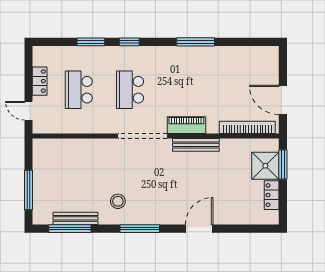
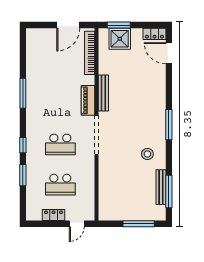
locker: (272, 195) -> (154, 34), moved
window: (140, 229) -> (169, 125), moved
door: (199, 229) -> (169, 53), moved

